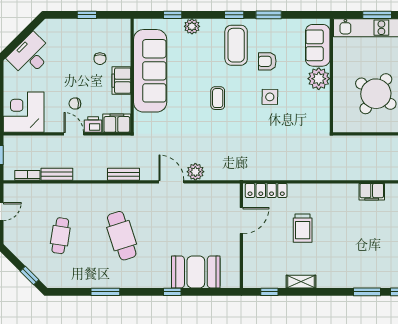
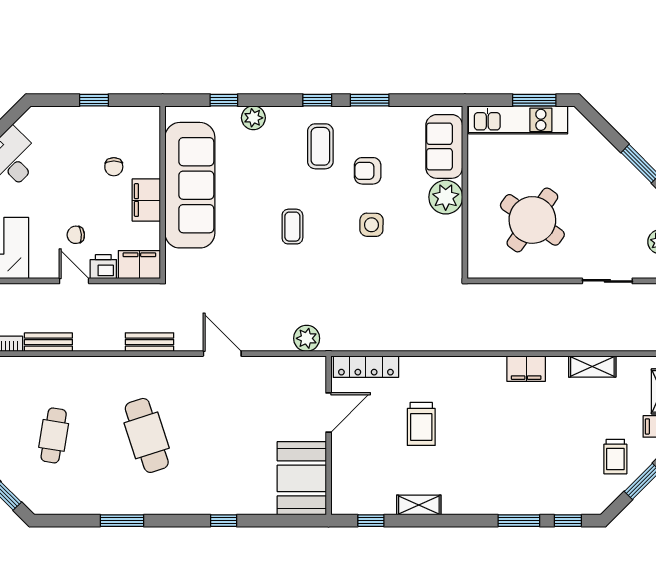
coffee table: (236, 45) -> (320, 146), width x0.73, depth x0.76
plant: (195, 172) -> (307, 338), moved
booth: (196, 272) -> (302, 478), moved, turned 90

